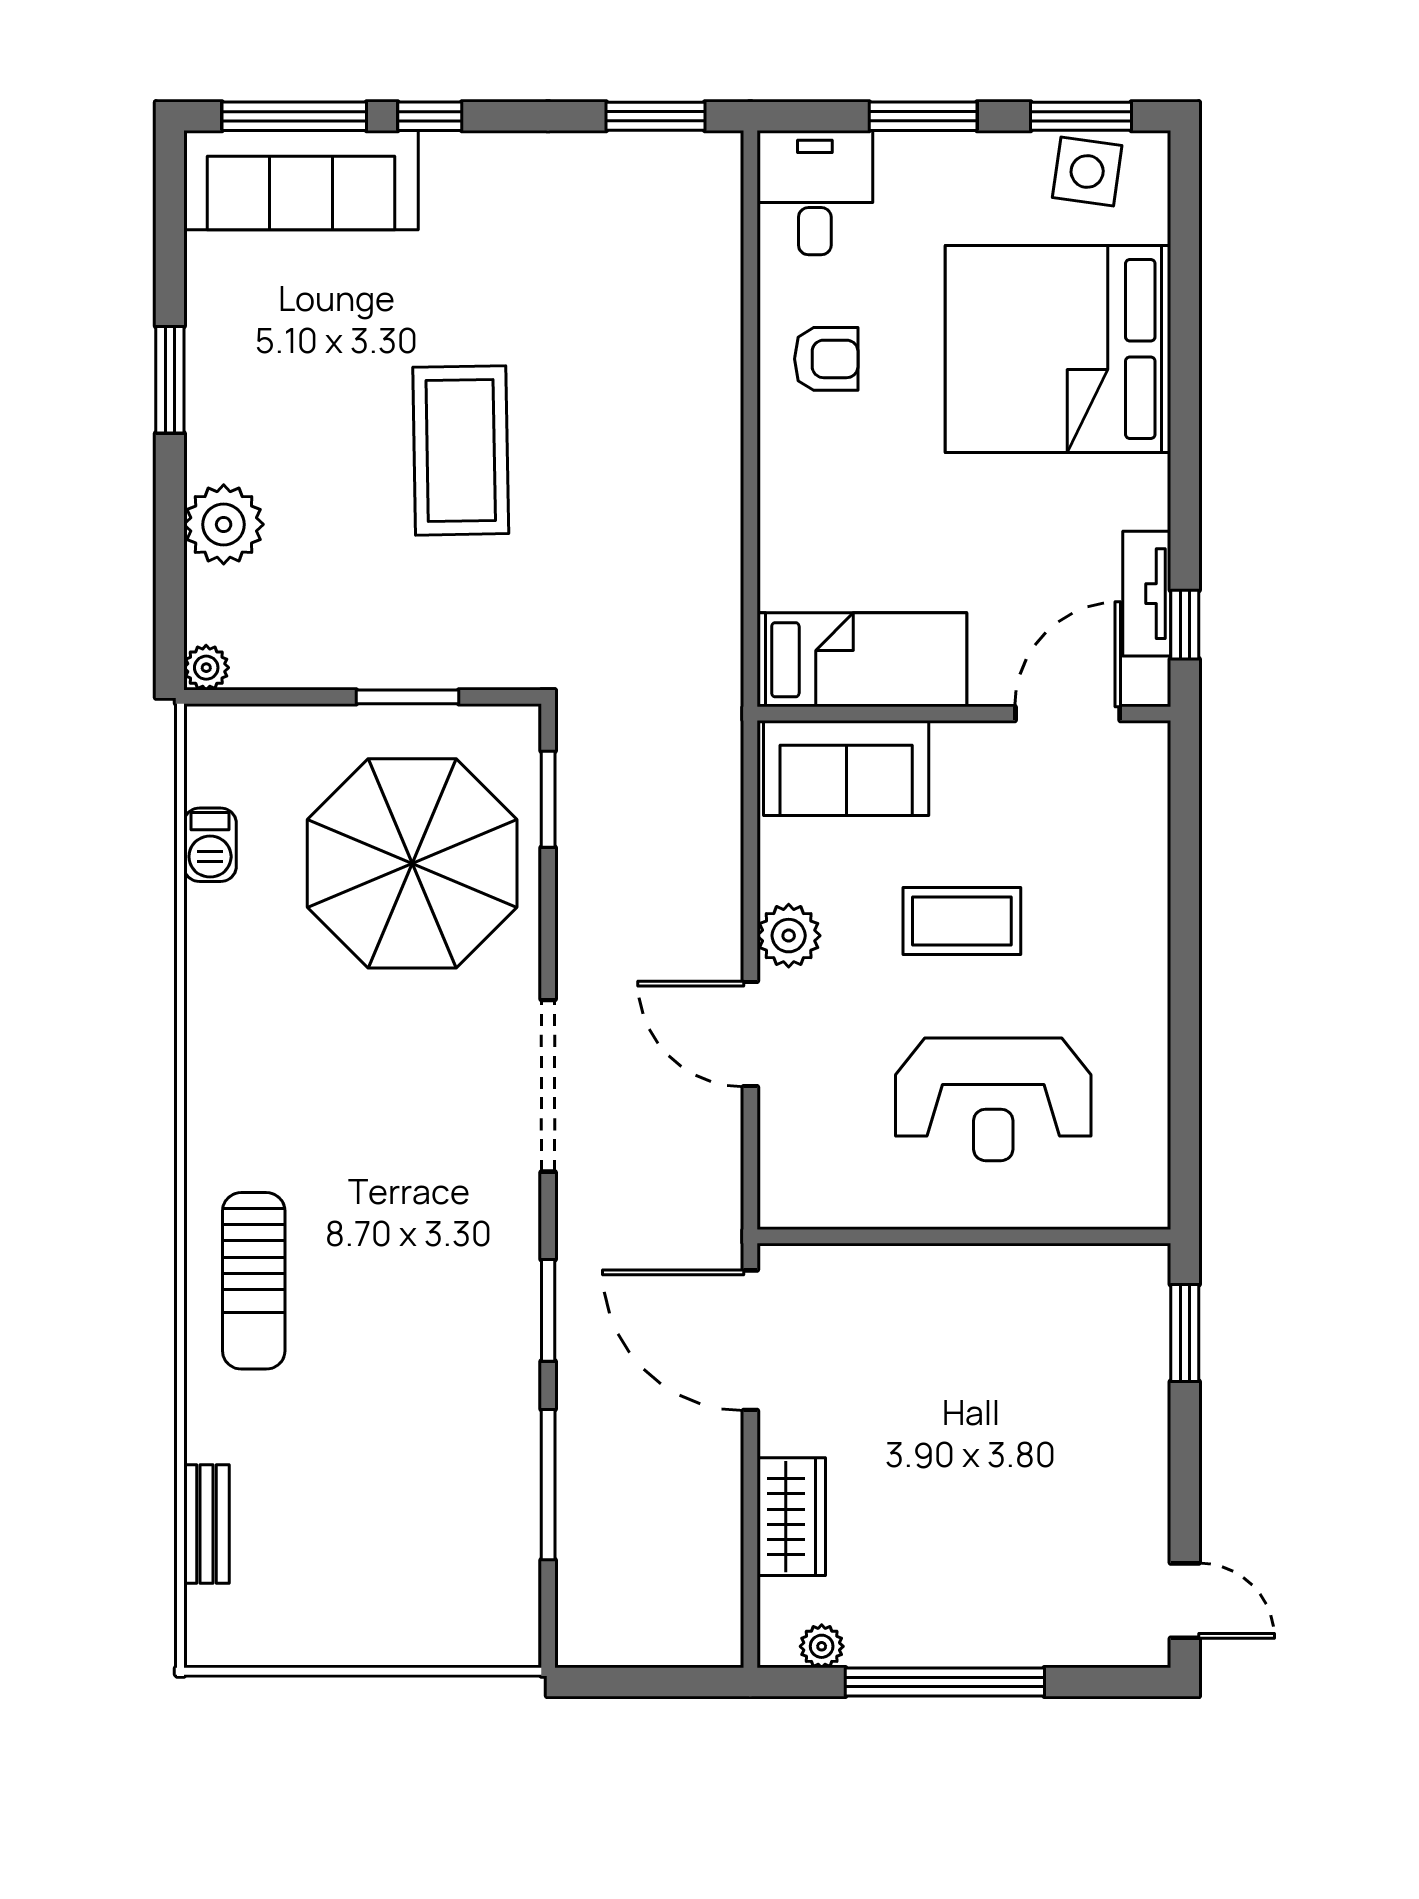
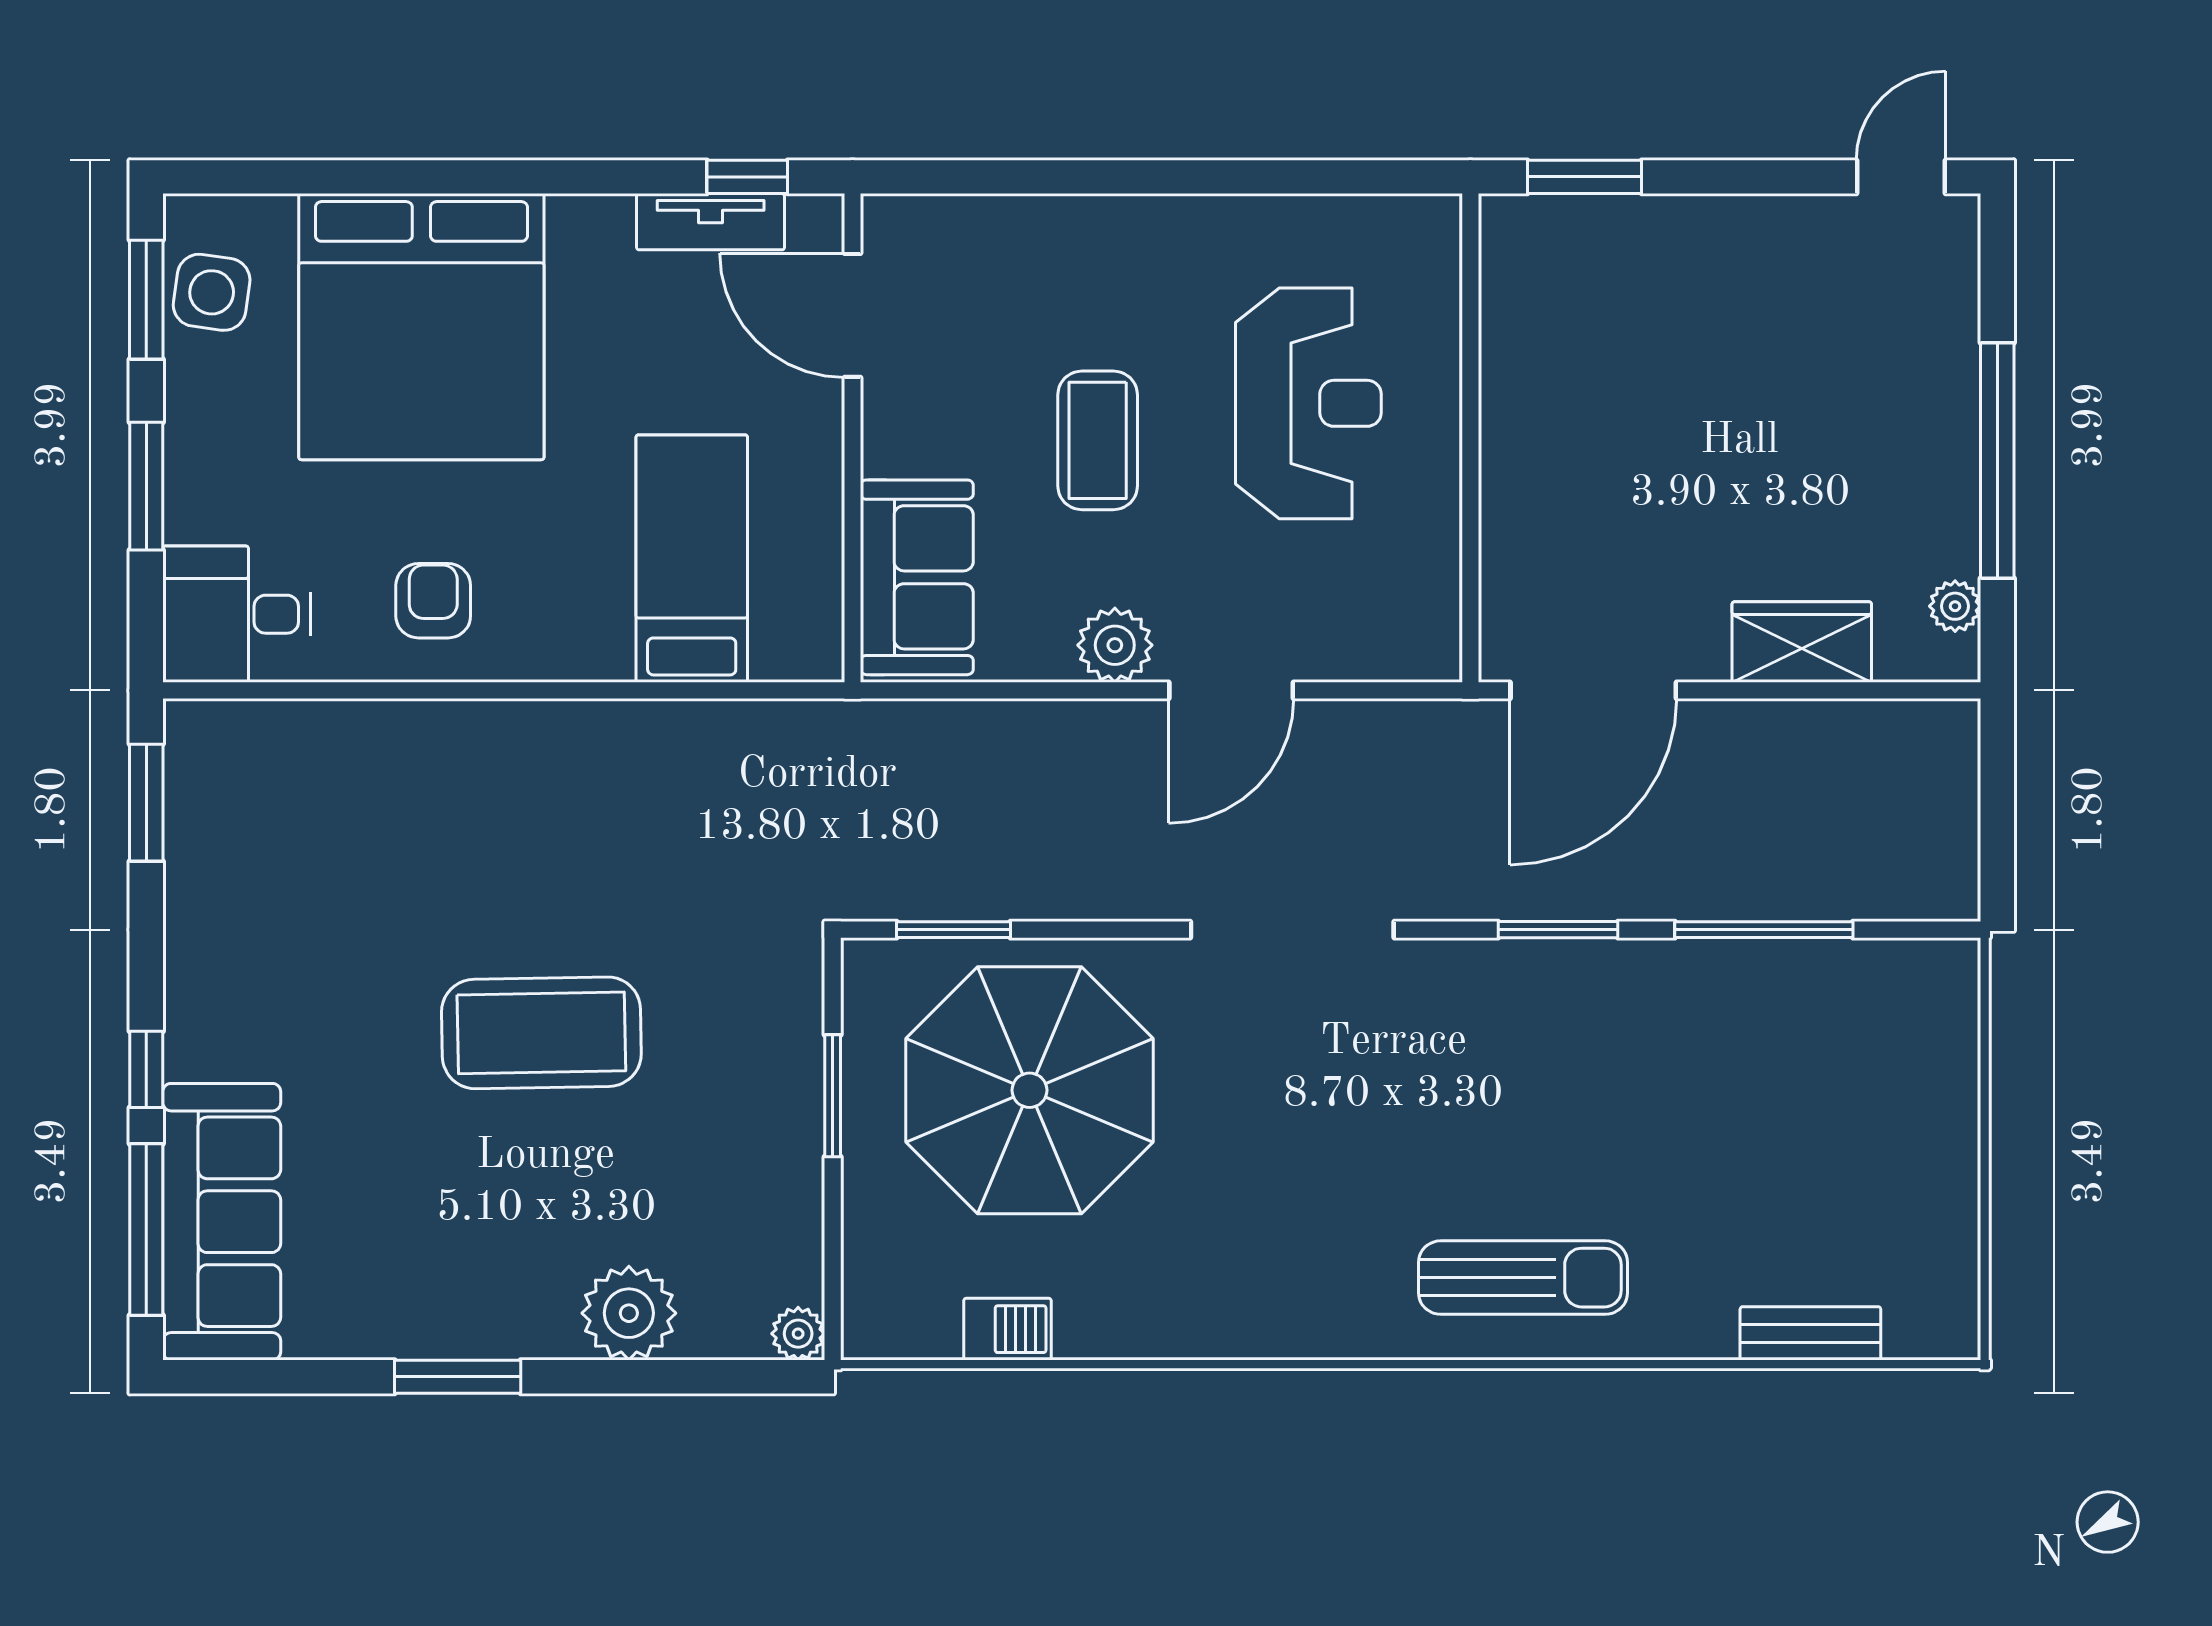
bed: (862, 660) -> (692, 559), moved

